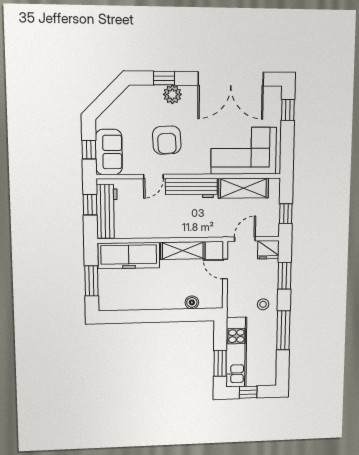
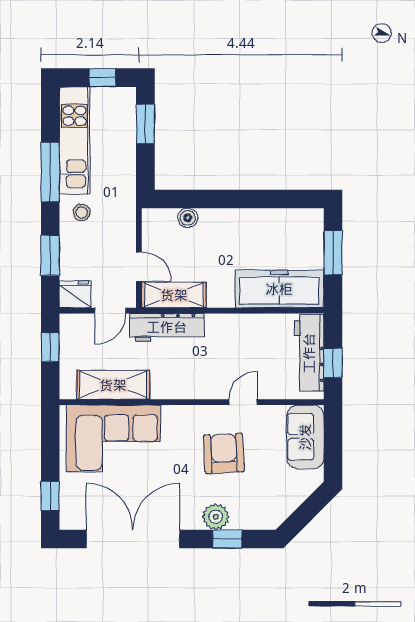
window: (89, 150) -> (333, 440), removed
workbench: (191, 188) -> (167, 327), moved, turned 180
shelving: (183, 251) -> (174, 295), moved
kitchen unit: (236, 352) -> (74, 140), moved, turned 180

